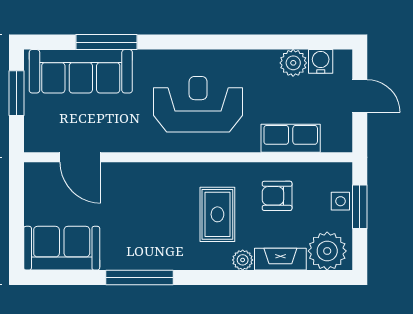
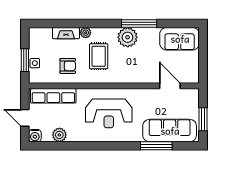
water cooler: (321, 61) -> (35, 136), moved
row of seats: (291, 138) -> (53, 96), width x1.48
plant: (327, 251) -> (128, 37), moved

